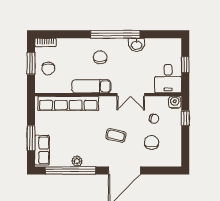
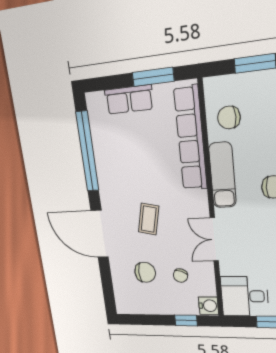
chair: (48, 69) -> (229, 117), moved
window: (31, 138) -> (153, 77), moved
row of seats: (42, 150) -> (129, 99), moved
plant: (77, 161) -> (103, 161), removed

